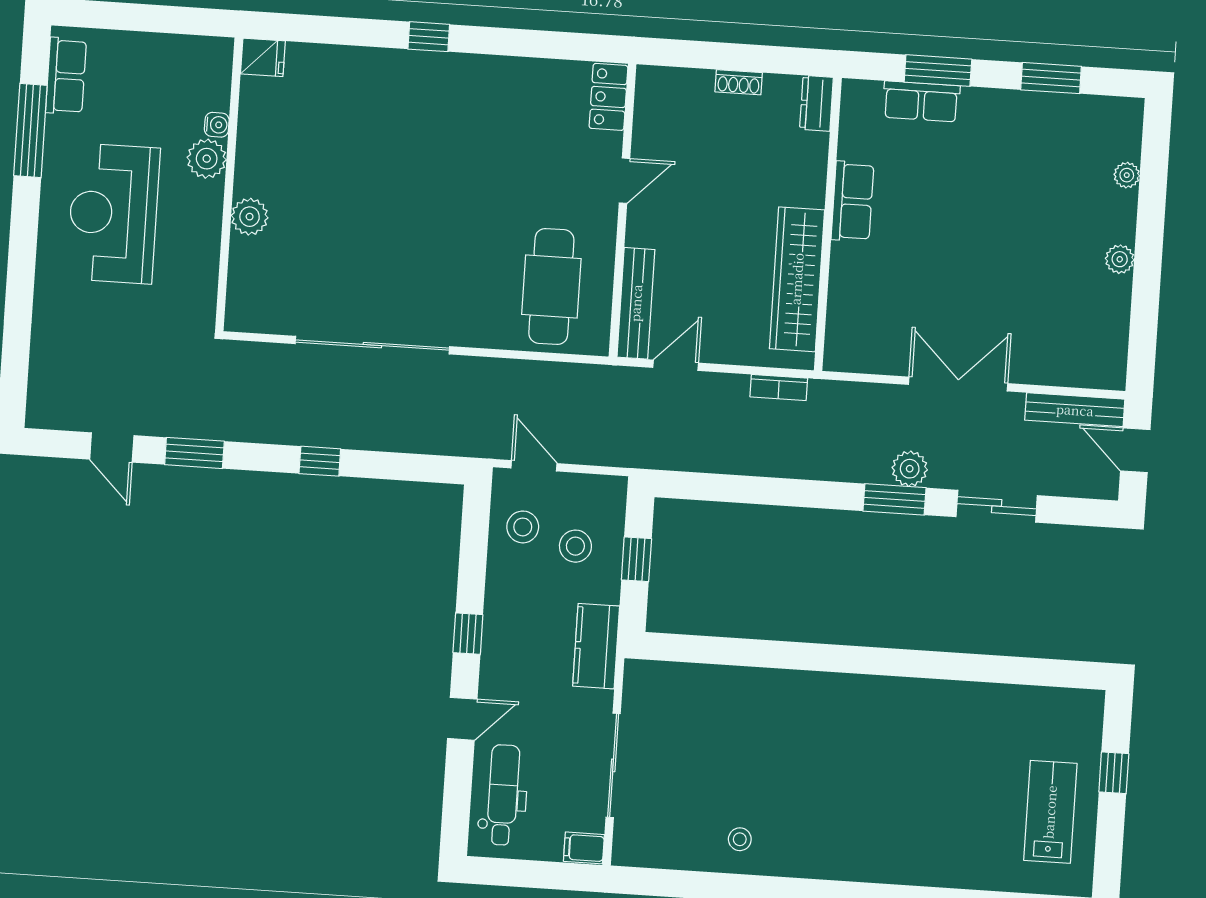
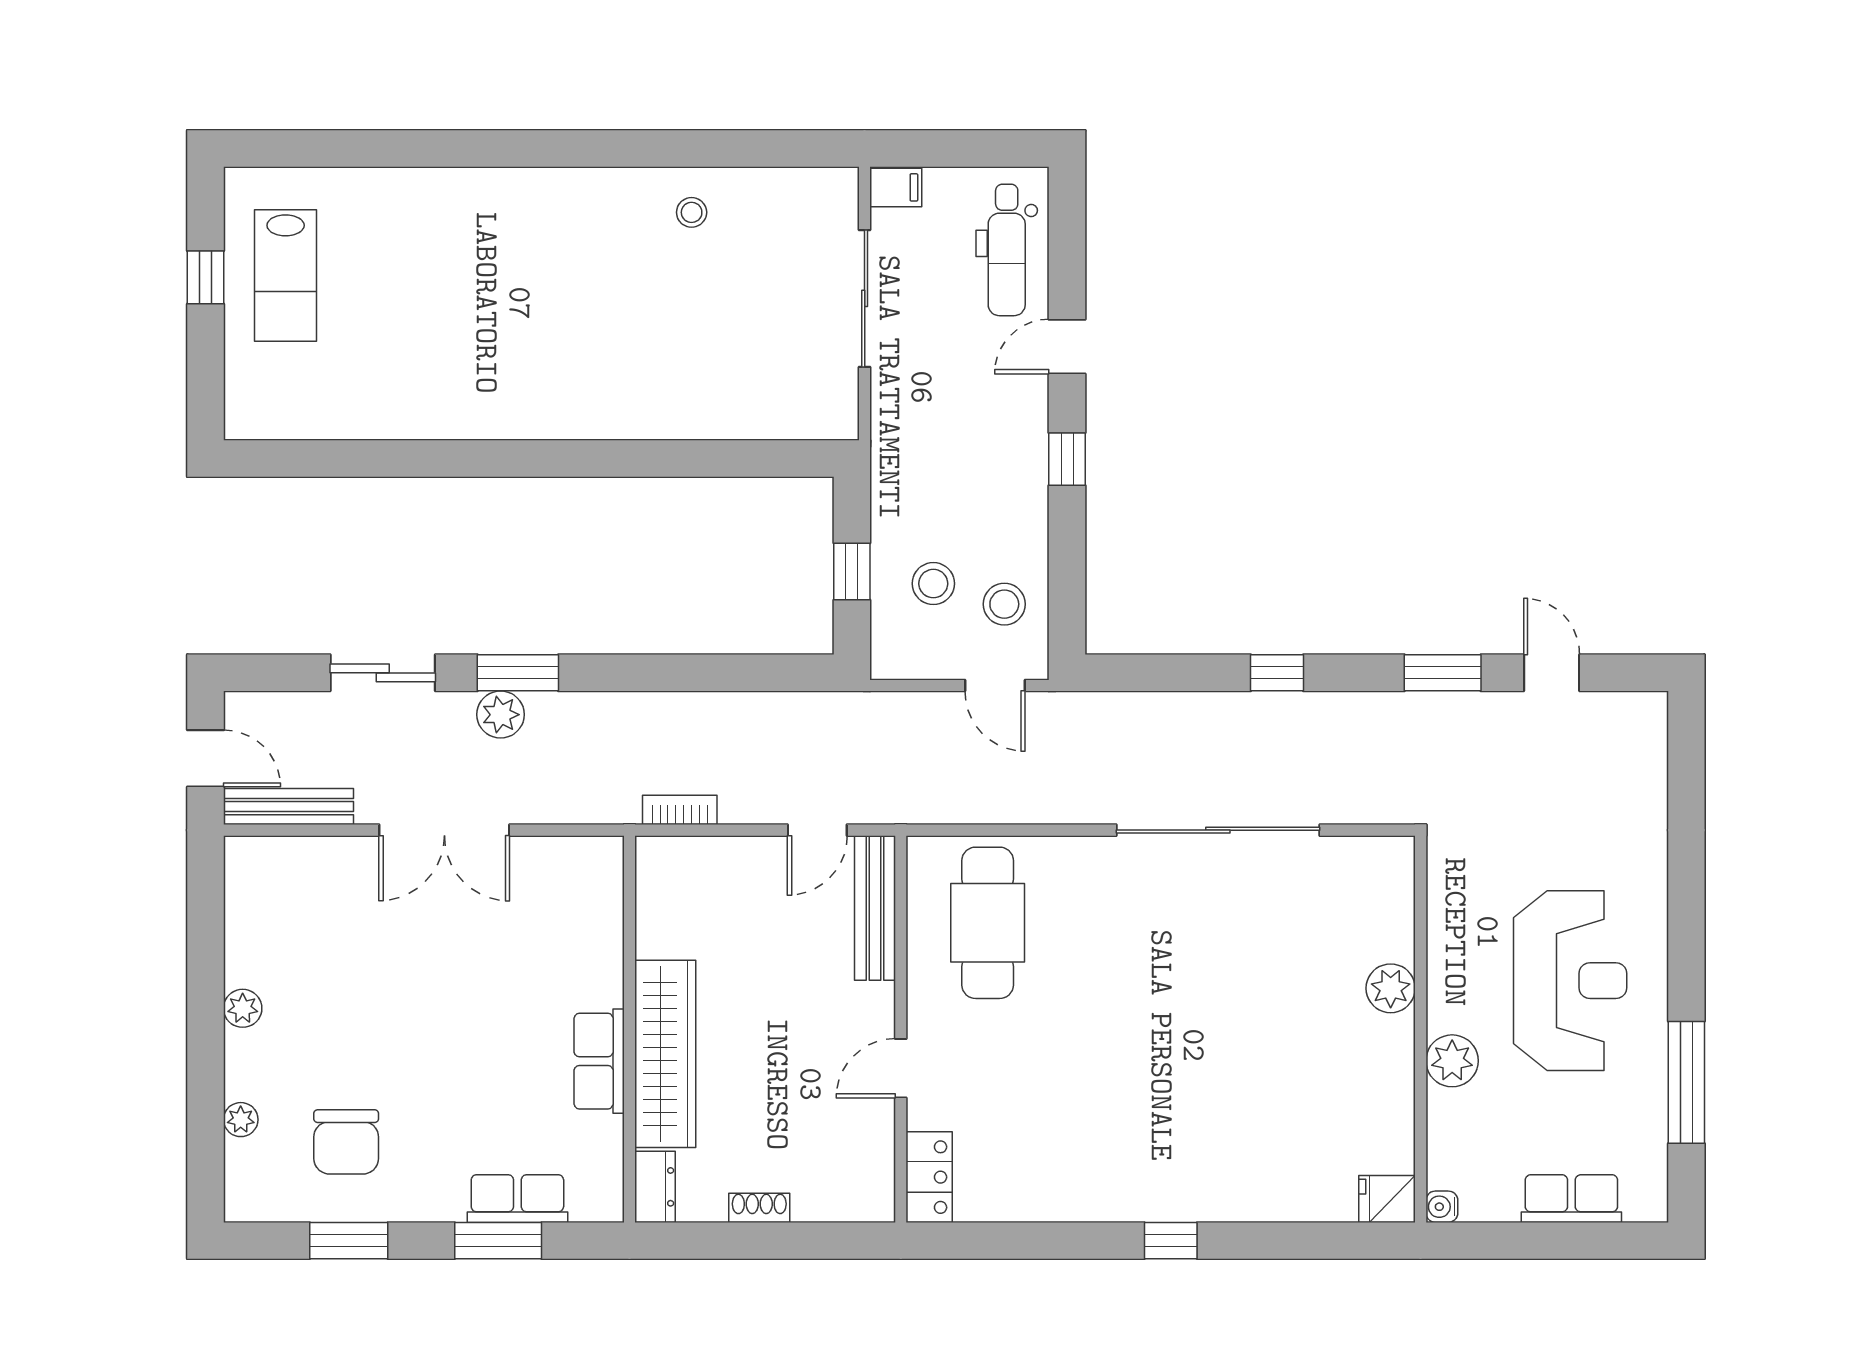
row of seats: (66, 76) -> (1571, 1199), moved, turned 90
water cooler: (217, 125) -> (1442, 1207), moved
chair: (1048, 153) -> (346, 1142), added
wardrobe: (797, 279) -> (665, 1054), moved
kitchen counter: (596, 646) -> (897, 454), removed
window: (1114, 773) -> (205, 277), moved

